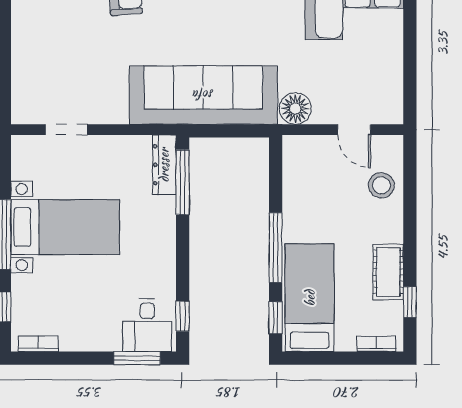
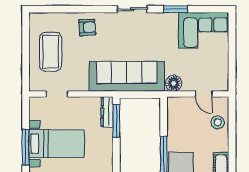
coffee table: (53, 47) -> (51, 52), added

